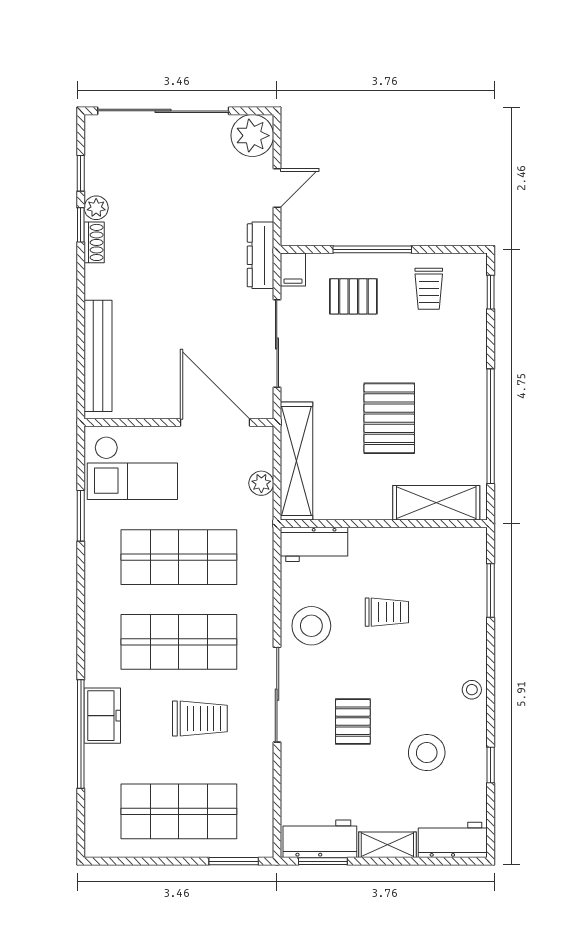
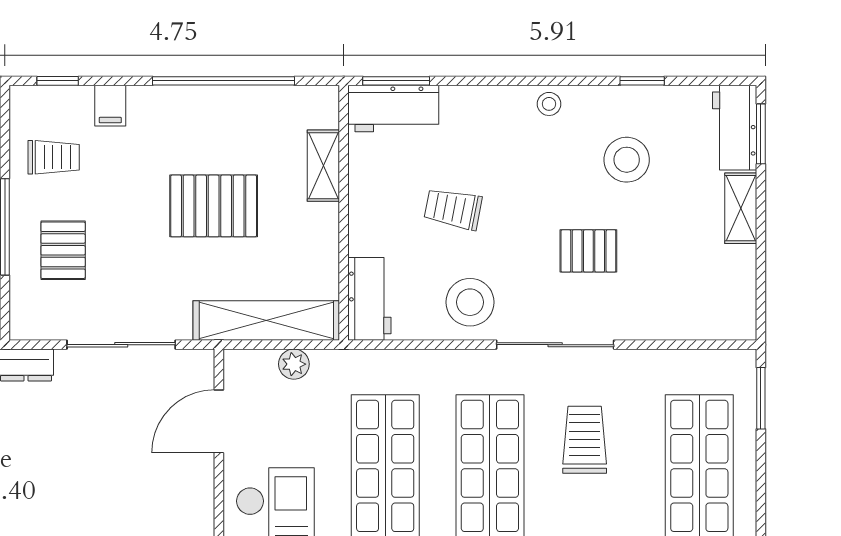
filing cabinet: (293, 270) -> (110, 106), moved, turned 90
door: (215, 423) -> (219, 421), width x0.73
shelving: (436, 503) -> (323, 166), width x0.67, depth x0.75
window: (491, 590) -> (396, 81), moved
trolley: (387, 612) -> (453, 209), turned -79
workbench: (320, 839) -> (393, 109), moved, turned -90
window: (323, 861) -> (761, 134), moved

